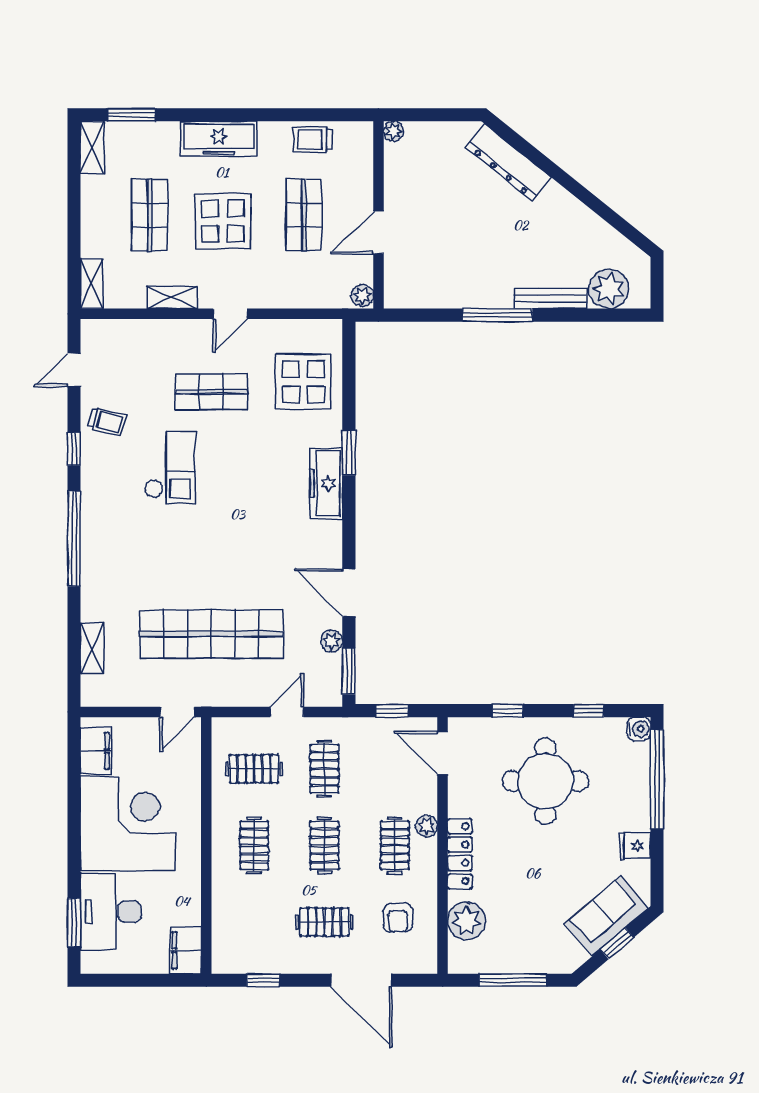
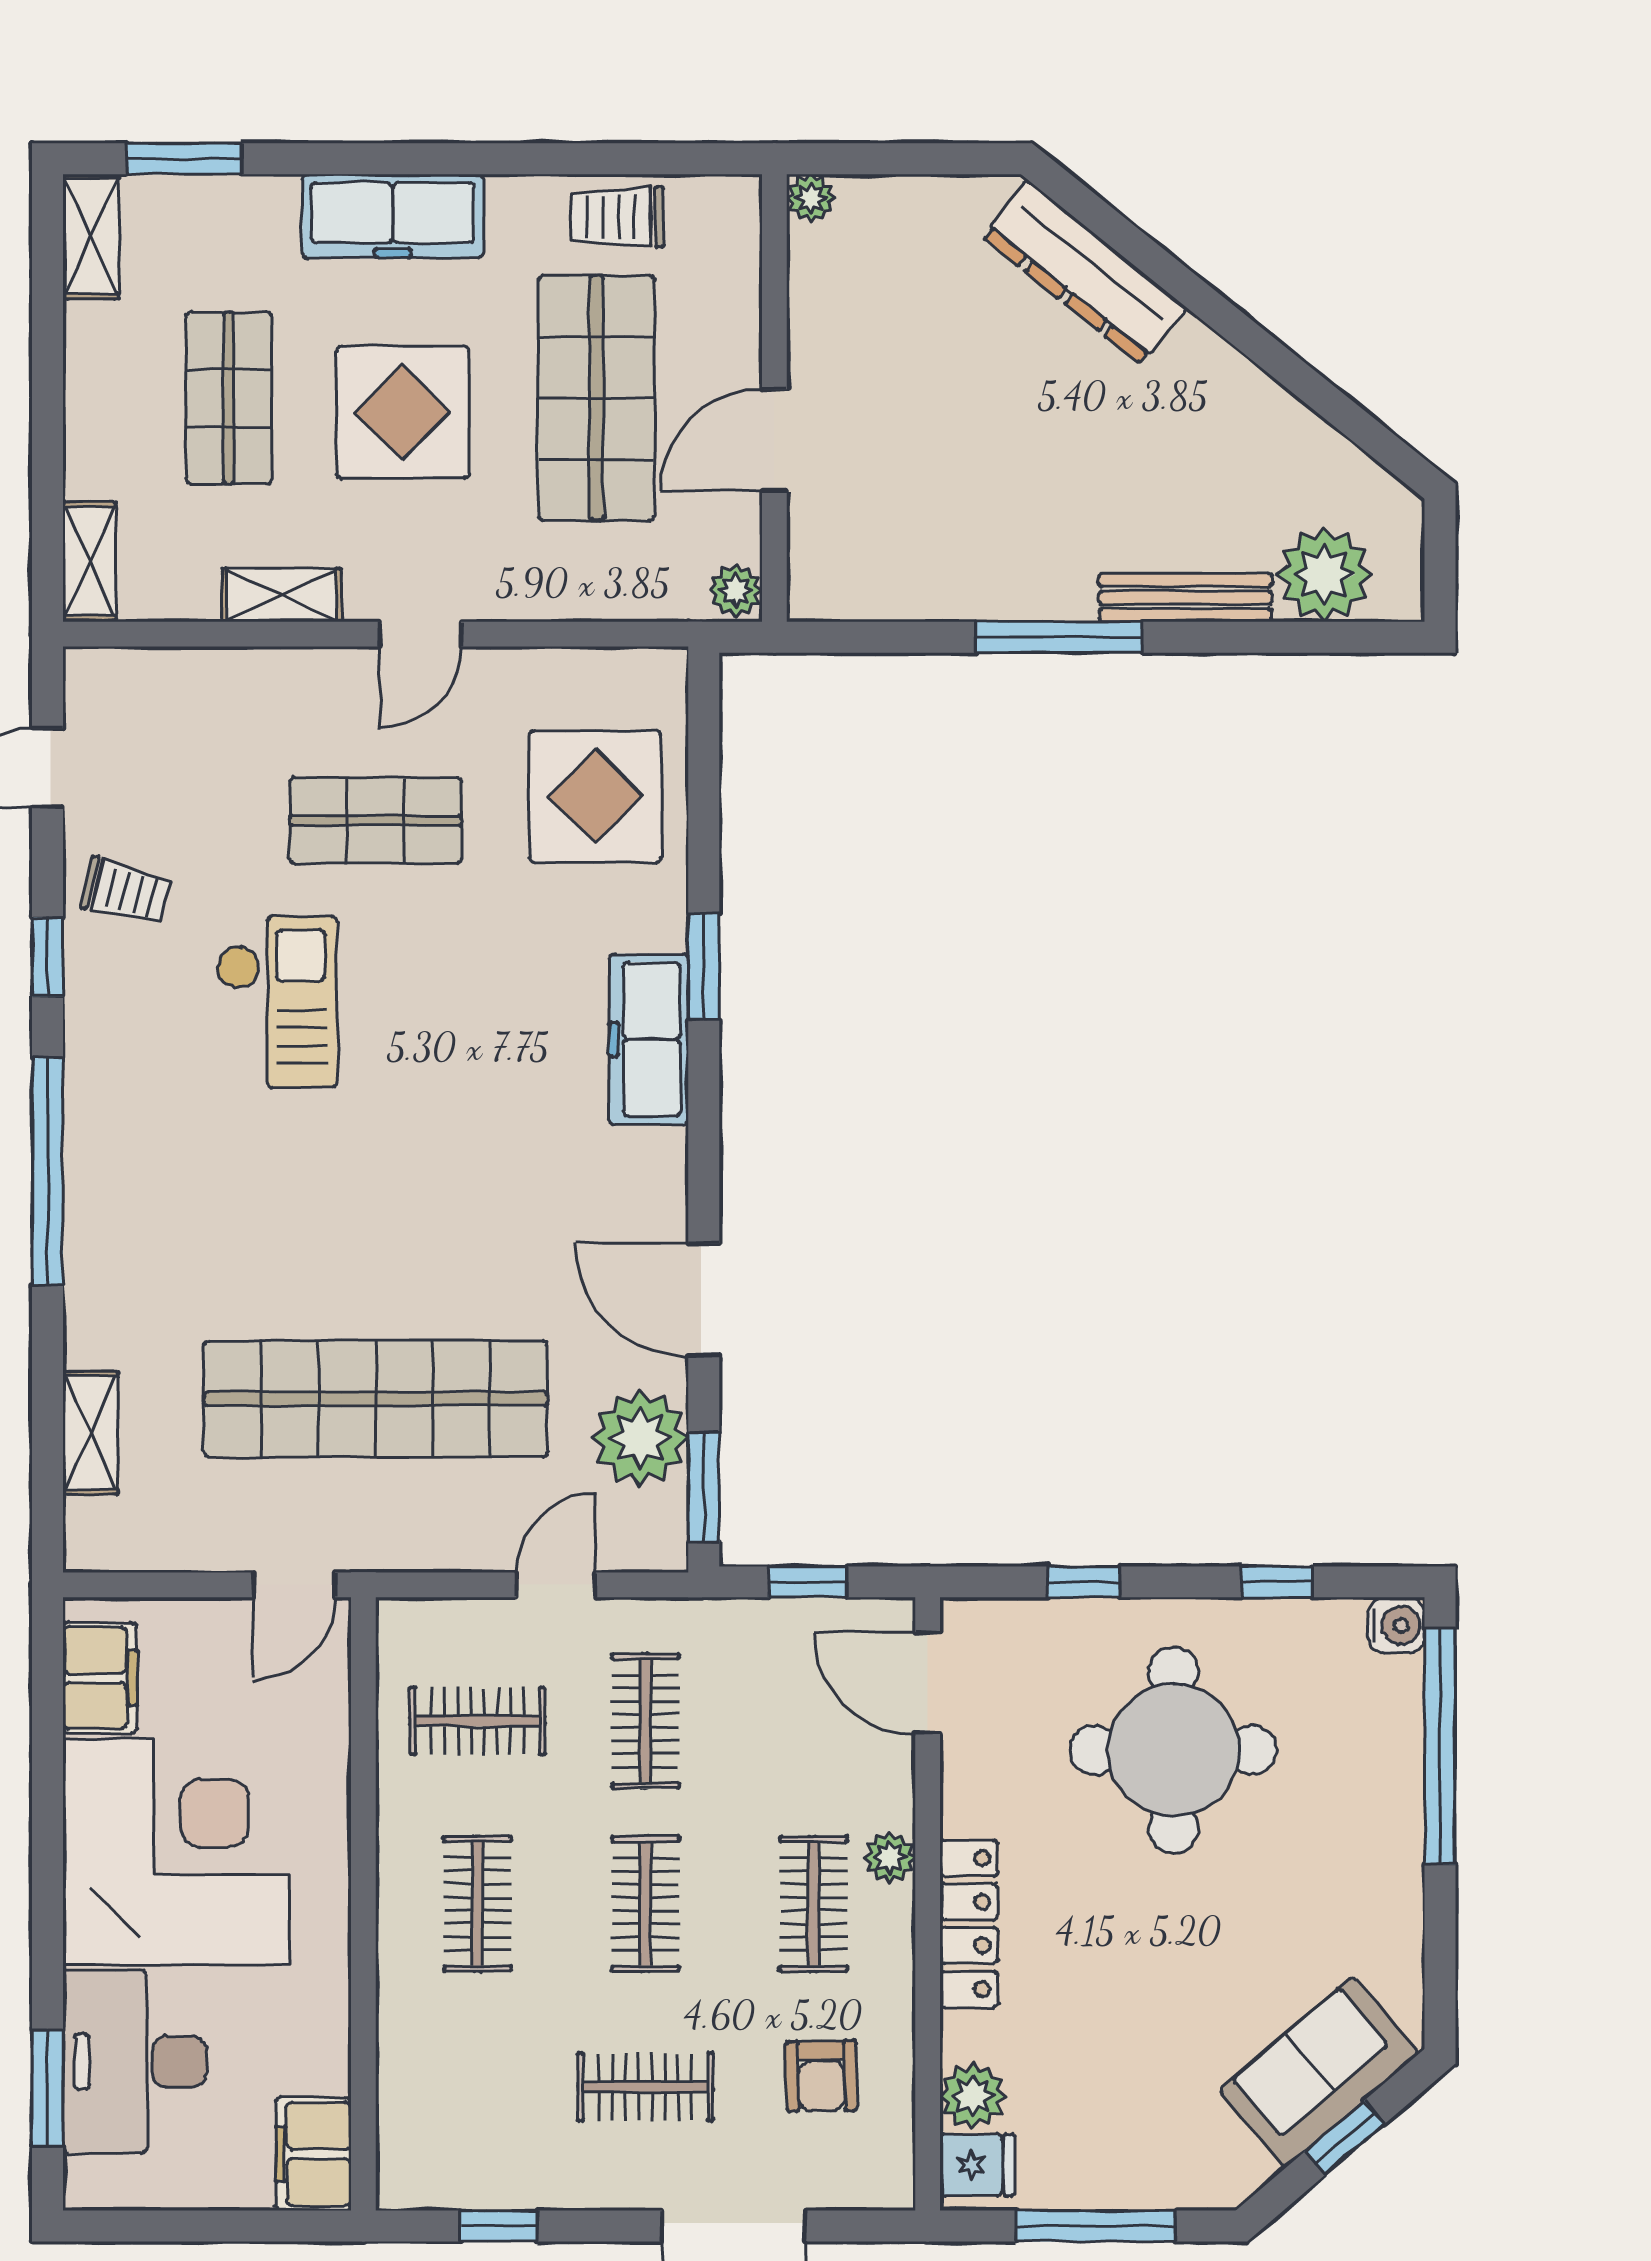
shop shelf: (304, 215) -> (596, 398), width x1.43, depth x1.36
plant: (332, 641) -> (640, 1438), width x1.88, depth x1.88
fridge: (635, 846) -> (977, 2165), moved, turned 180
plant: (467, 921) -> (973, 2096), width x0.73, depth x0.73

